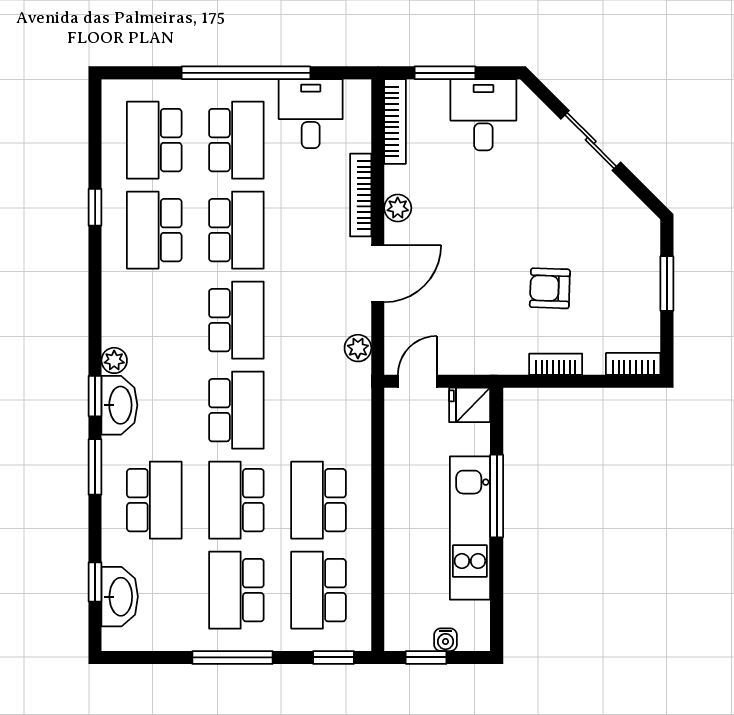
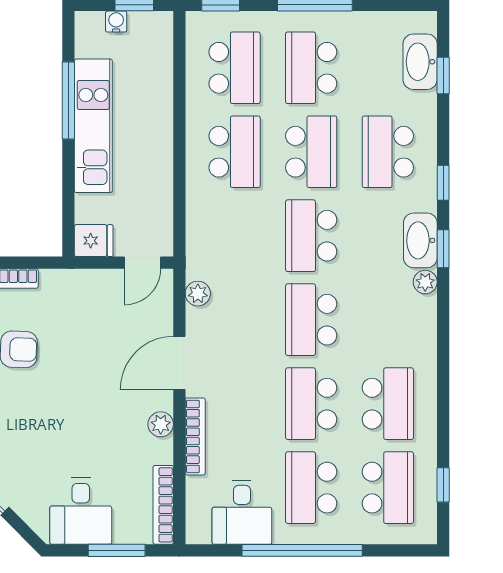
window: (95, 207) -> (443, 485), moved
window: (95, 467) -> (443, 183), width x0.67
window: (497, 496) -> (68, 101), moved
school desk: (236, 590) -> (311, 68), turned 180

